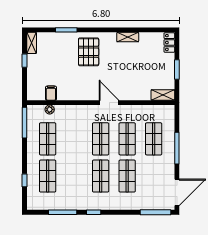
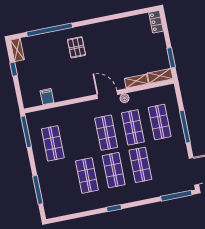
window: (66, 30) -> (50, 30), width x2.11
shelving: (128, 37) -> (136, 81), moved
pallet: (89, 52) -> (76, 47), width x0.67, depth x0.71
window: (177, 69) -> (171, 58), moved
plant: (50, 109) -> (124, 98), moved
shop shelf: (48, 176) -> (87, 175), moved
window: (24, 180) -> (38, 190), width x2.17
window: (63, 212) -> (83, 214), removed

